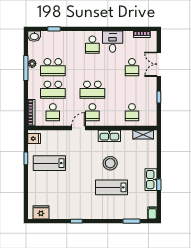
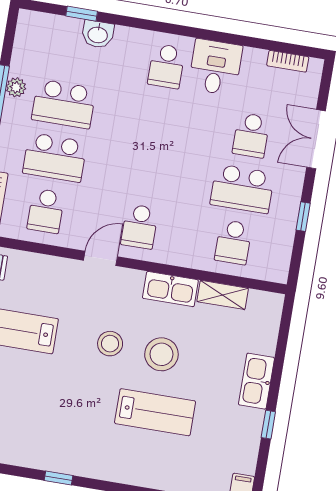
washbasin: (34, 36) -> (98, 34), moved
school desk: (92, 90) -> (242, 189), moved
shelving: (143, 135) -> (223, 295), moved
stool: (88, 162) -> (110, 344), added
kitchen sink: (151, 180) -> (256, 381), moved
lab bench: (112, 187) -> (155, 412), turned 180

